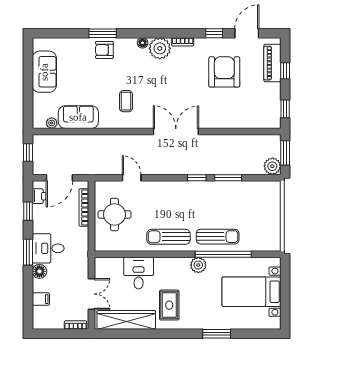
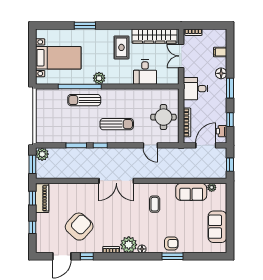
piano: (272, 63) -> (42, 198), moved
armchair: (224, 72) -> (79, 227), turned -138
sun lounger: (168, 237) -> (117, 124), moved
desk: (48, 248) -> (196, 89), moved, turned 180

